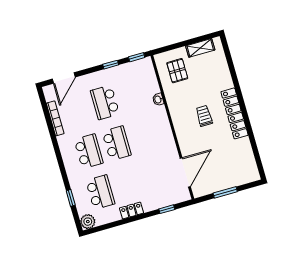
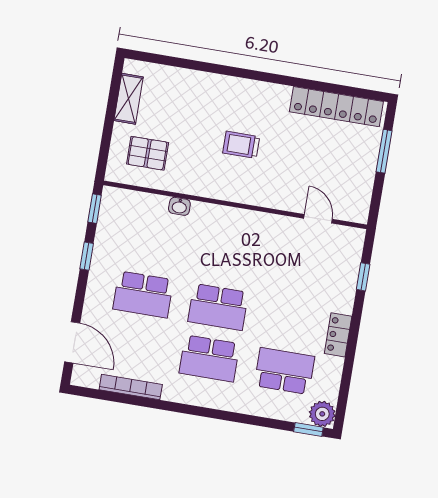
locker: (234, 113) -> (336, 107), moved
school desk: (117, 143) -> (218, 307), turned 180
school desk: (89, 151) -> (209, 358), turned 180
door: (185, 172) -> (318, 219), width x0.53
window: (225, 192) -> (384, 151), moved
window: (71, 198) -> (308, 429), moved

